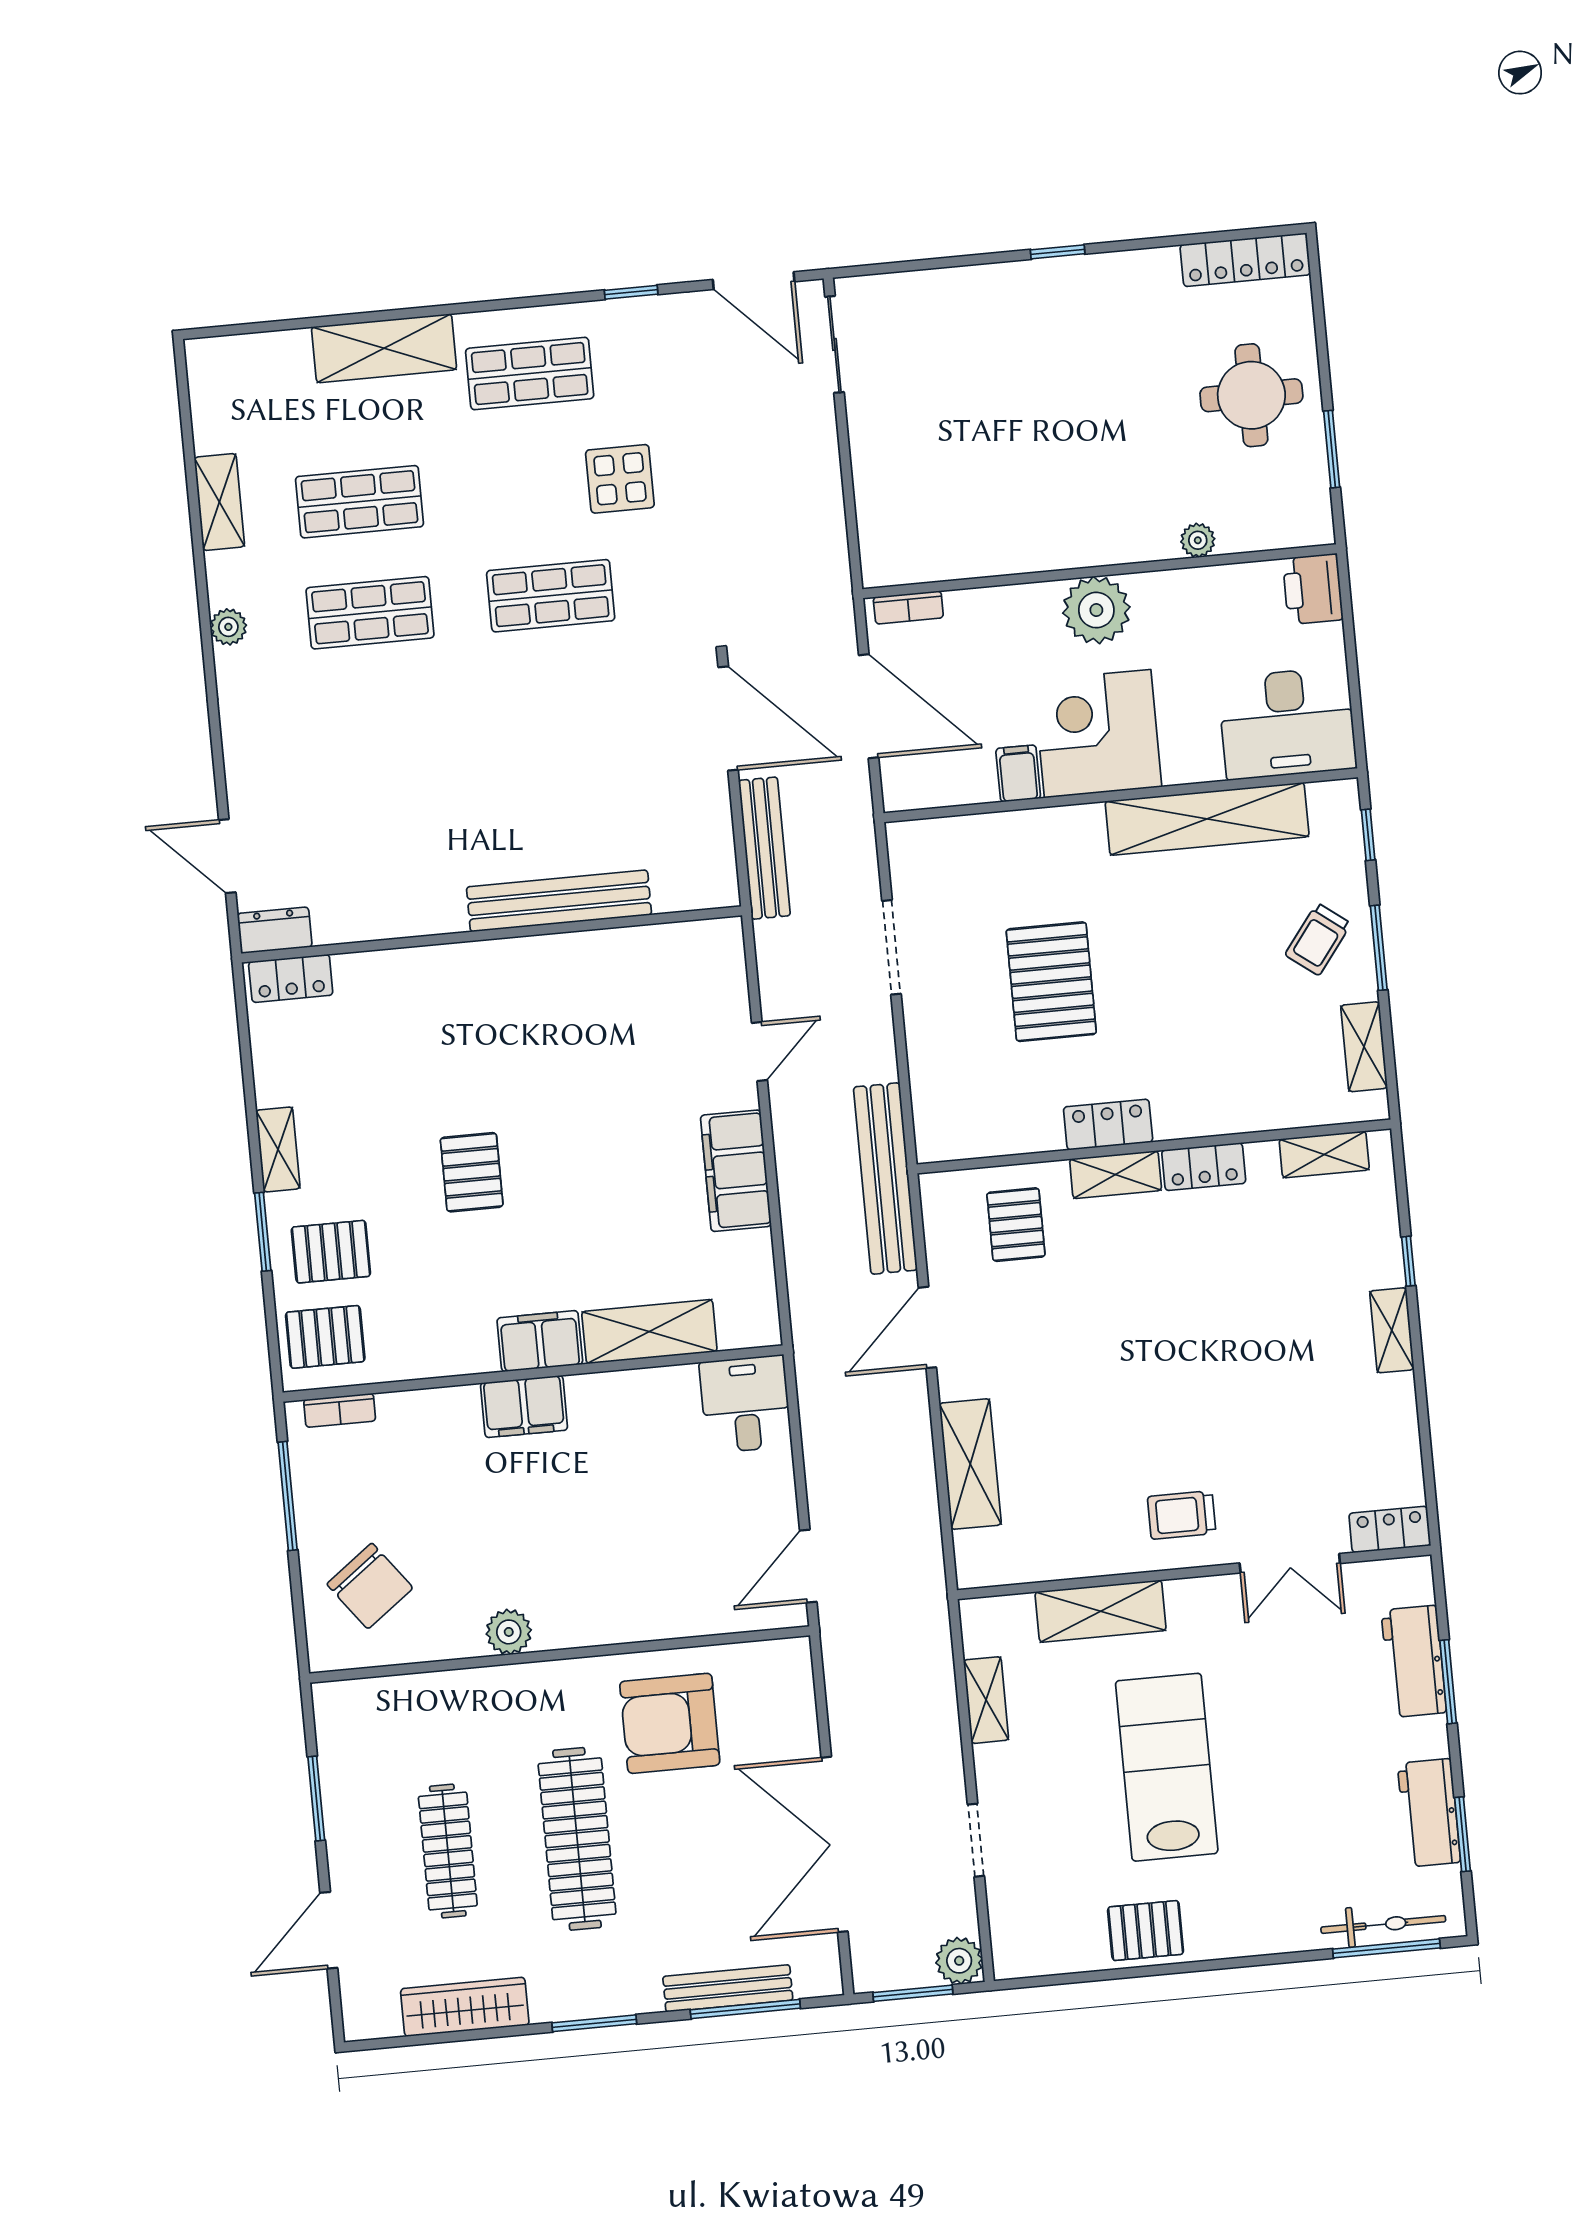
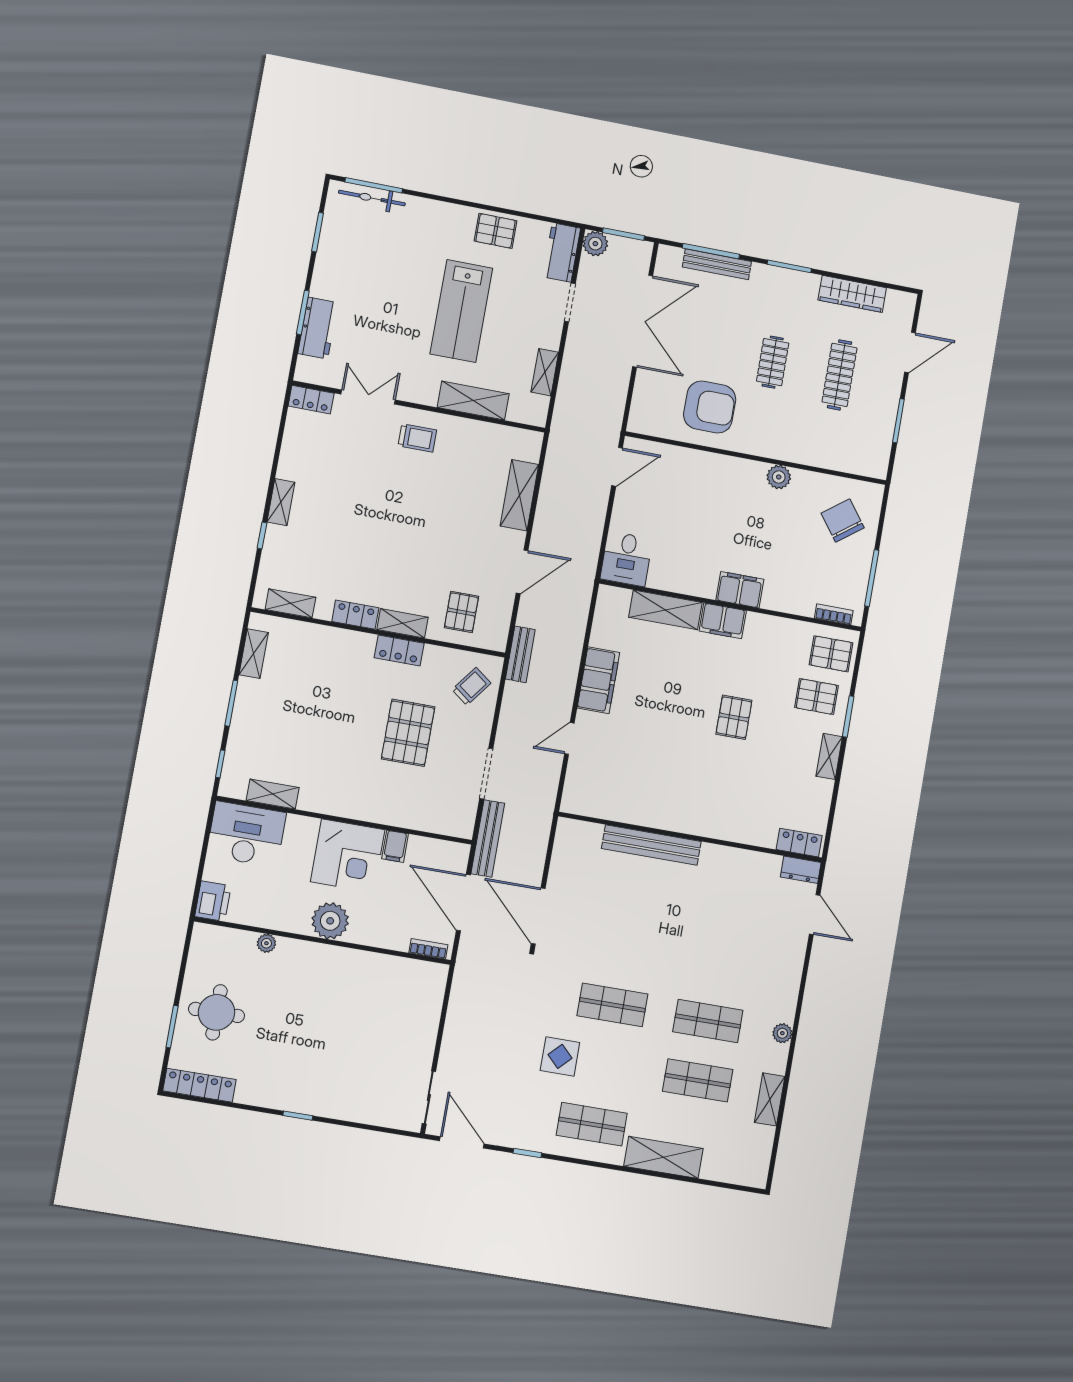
window: (1332, 449) -> (172, 1027), moved
shelving: (1207, 819) -> (273, 794), width x0.45, depth x0.75
bench: (764, 848) -> (488, 839), moved
trolley: (1318, 939) -> (471, 686), moved
bench: (885, 1178) -> (520, 654), width x0.54, depth x0.82
workbench: (1429, 1813) -> (562, 252), moved, turned 180
clothes rail: (577, 1839) -> (773, 362), width x0.54, depth x0.76

